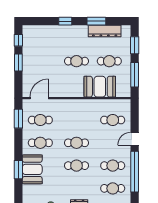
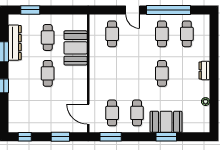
window: (18, 63) -> (60, 137), moved
window: (135, 75) -> (63, 10), removed
cafe table: (77, 143) -> (137, 73), removed

